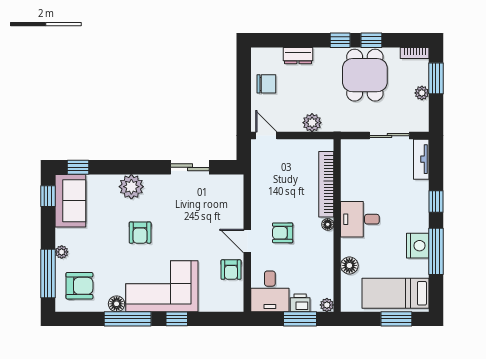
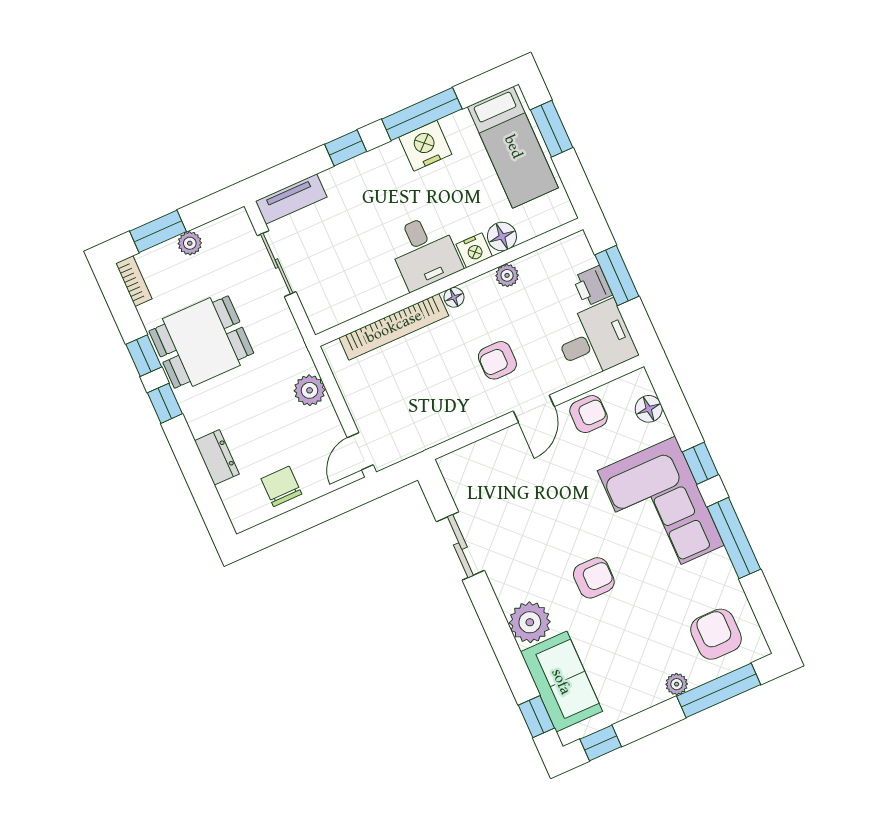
sofa: (70, 201) -> (561, 682), moved, turned 90
armchair: (283, 233) -> (497, 360), turned 90
nightstand: (349, 247) -> (474, 250), added
floor lamp: (117, 304) -> (649, 409), moved
plant: (327, 305) -> (507, 275), moved

